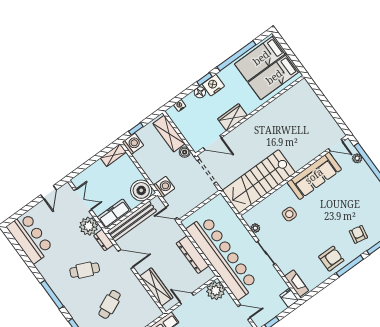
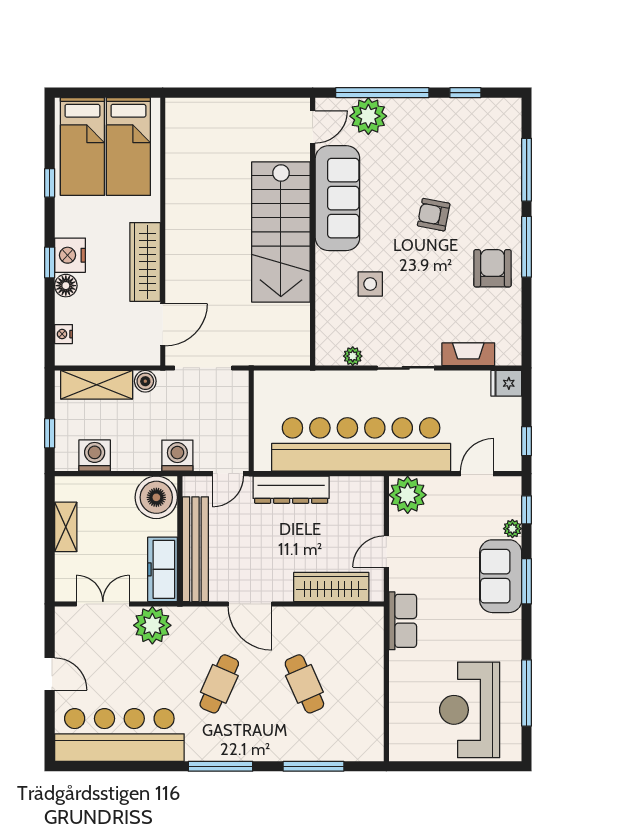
window: (236, 56) -> (50, 183), width x0.32
wardrobe: (232, 117) -> (145, 262), width x1.50
washing machine: (133, 144) -> (95, 456), moved
shelving: (113, 155) -> (66, 527), moved
plant: (357, 158) -> (368, 116), width x1.88, depth x1.88
stairs: (259, 182) -> (281, 232), moved
door: (49, 192) -> (50, 674), moved
armchair: (358, 234) -> (434, 215), moved
bar counter: (30, 238) -> (119, 735), width x1.36
dresser: (104, 240) -> (193, 617), removed
dresser: (193, 255) -> (291, 490), moved
door: (126, 259) -> (250, 604), swing flipped
fireplace: (297, 283) -> (468, 354), moved

